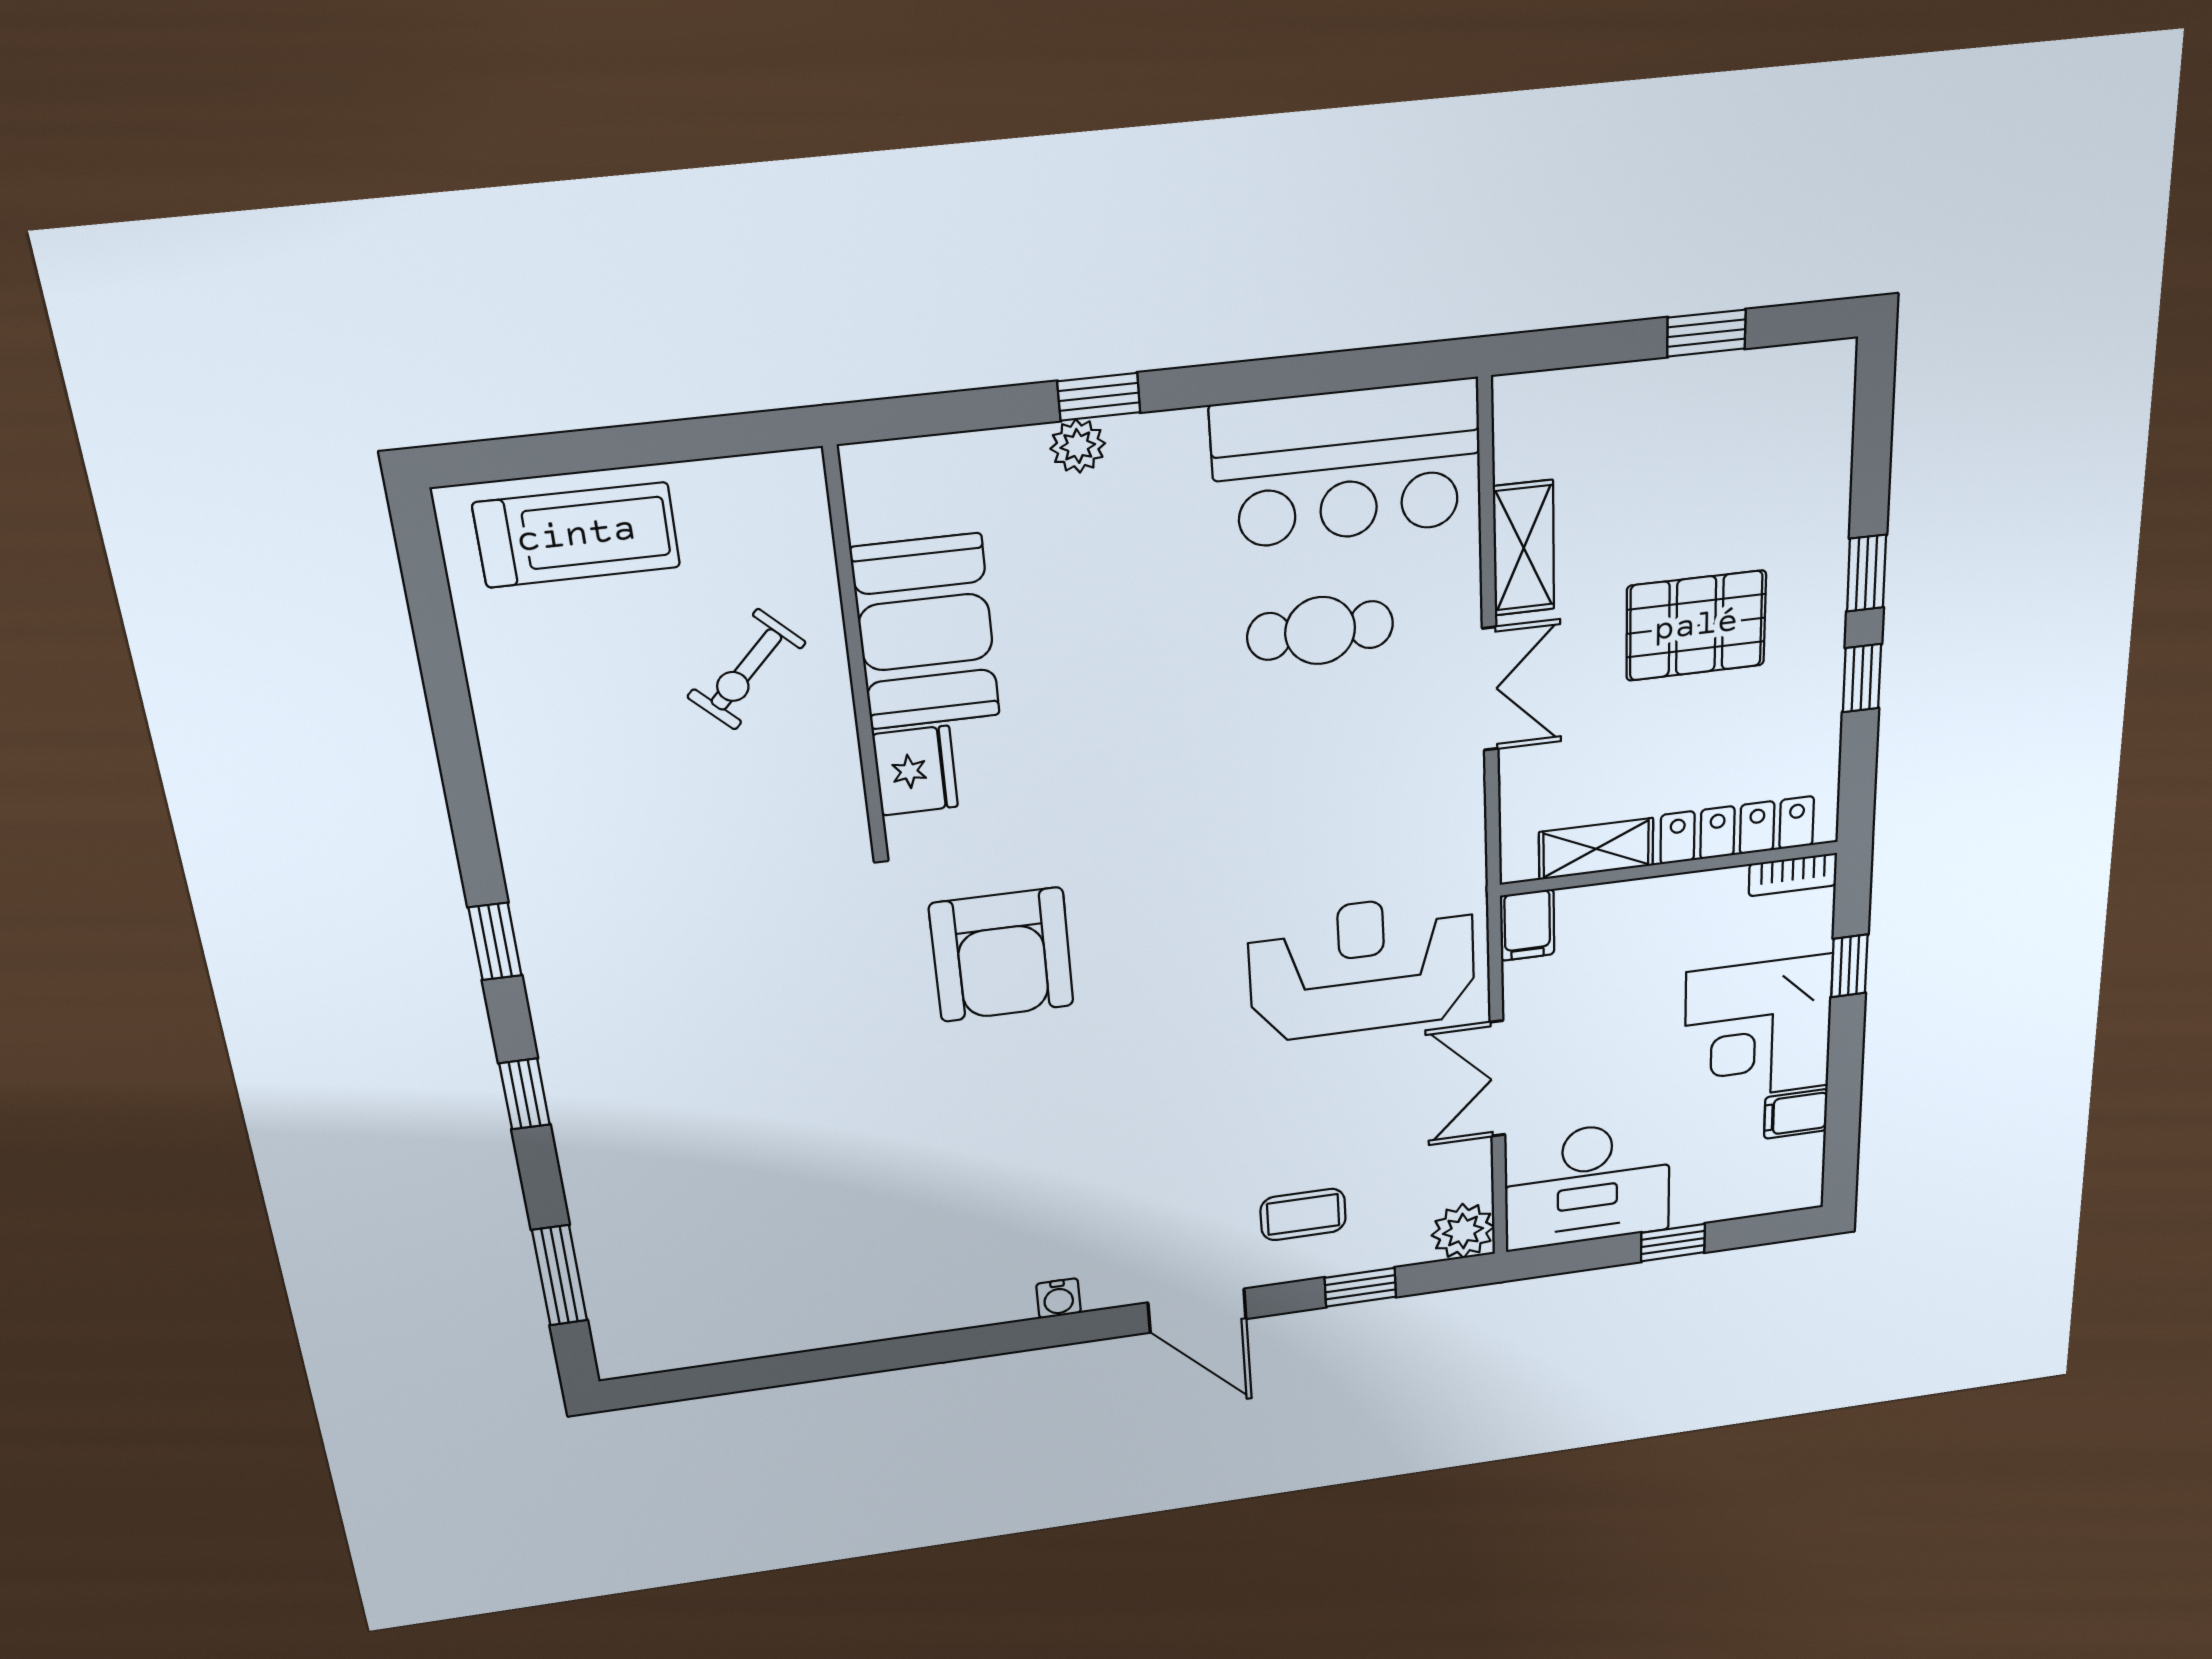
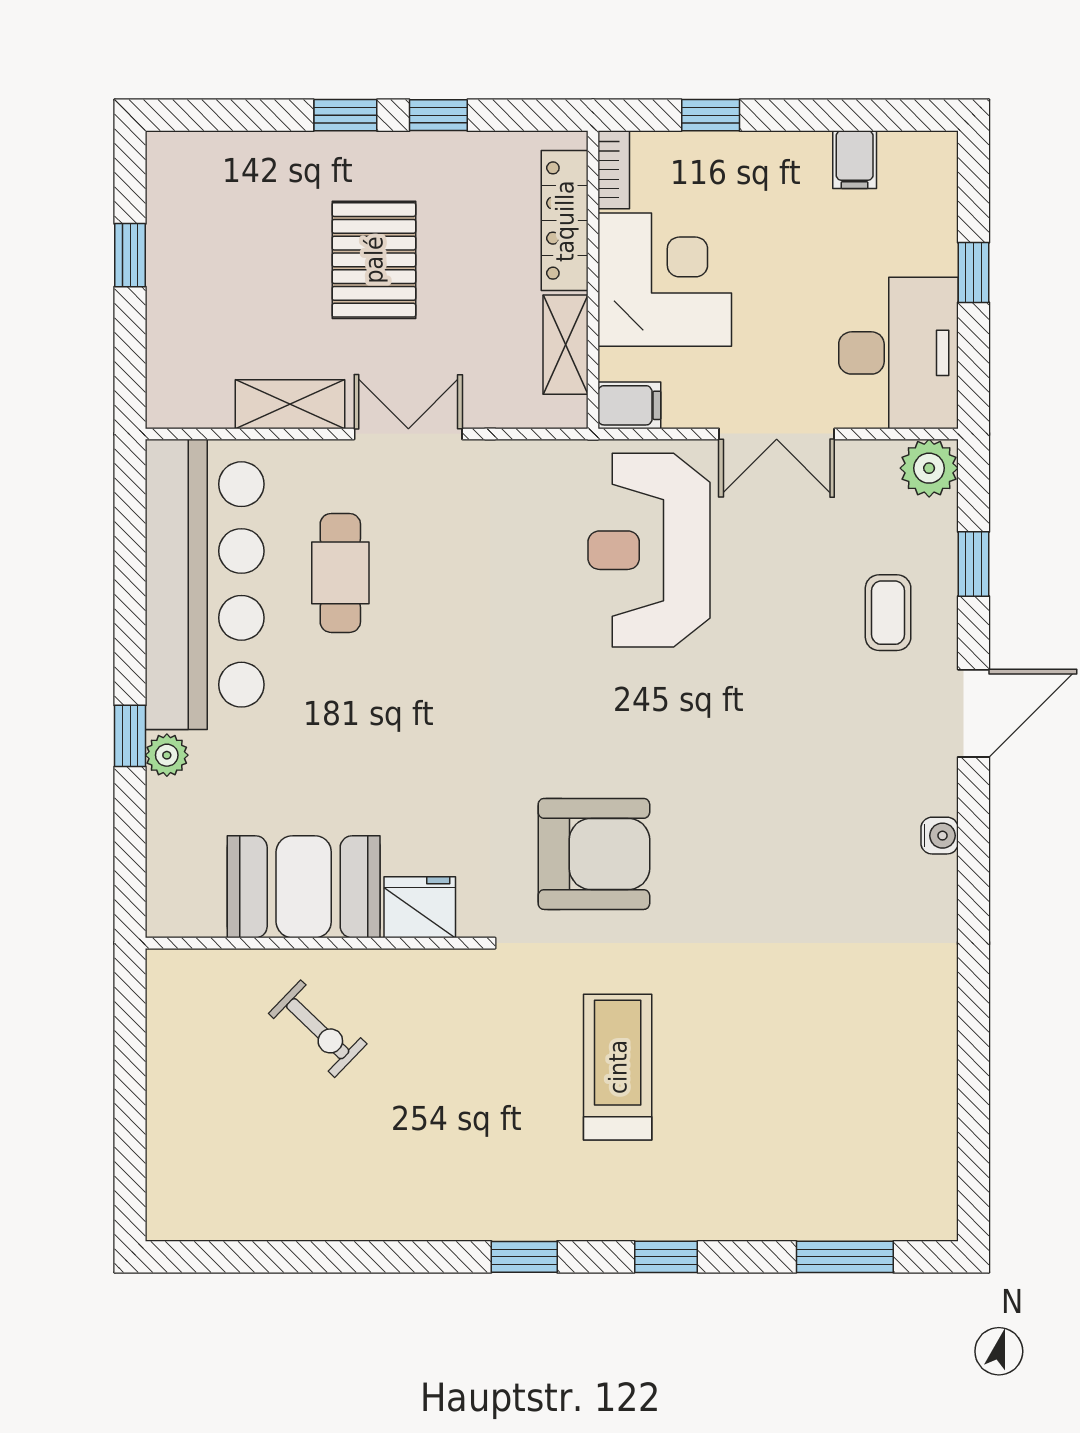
bar counter: (1347, 464) -> (205, 584), width x1.36
treadmill: (577, 535) -> (618, 1067), moved
corner desk: (1758, 1029) -> (665, 280), moved, turned -90

